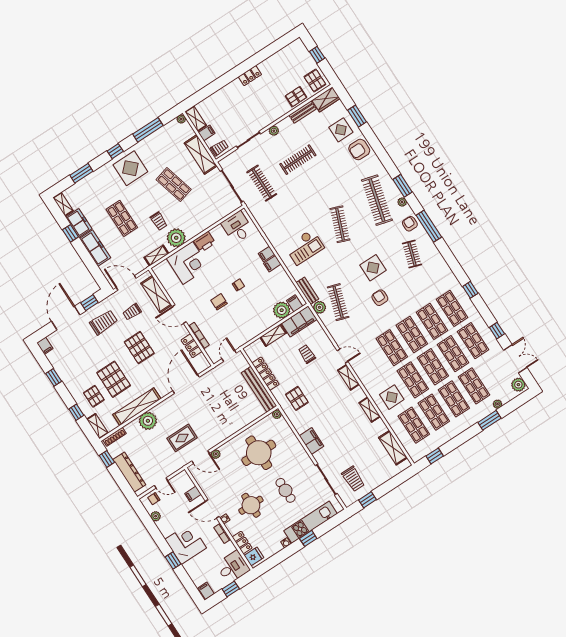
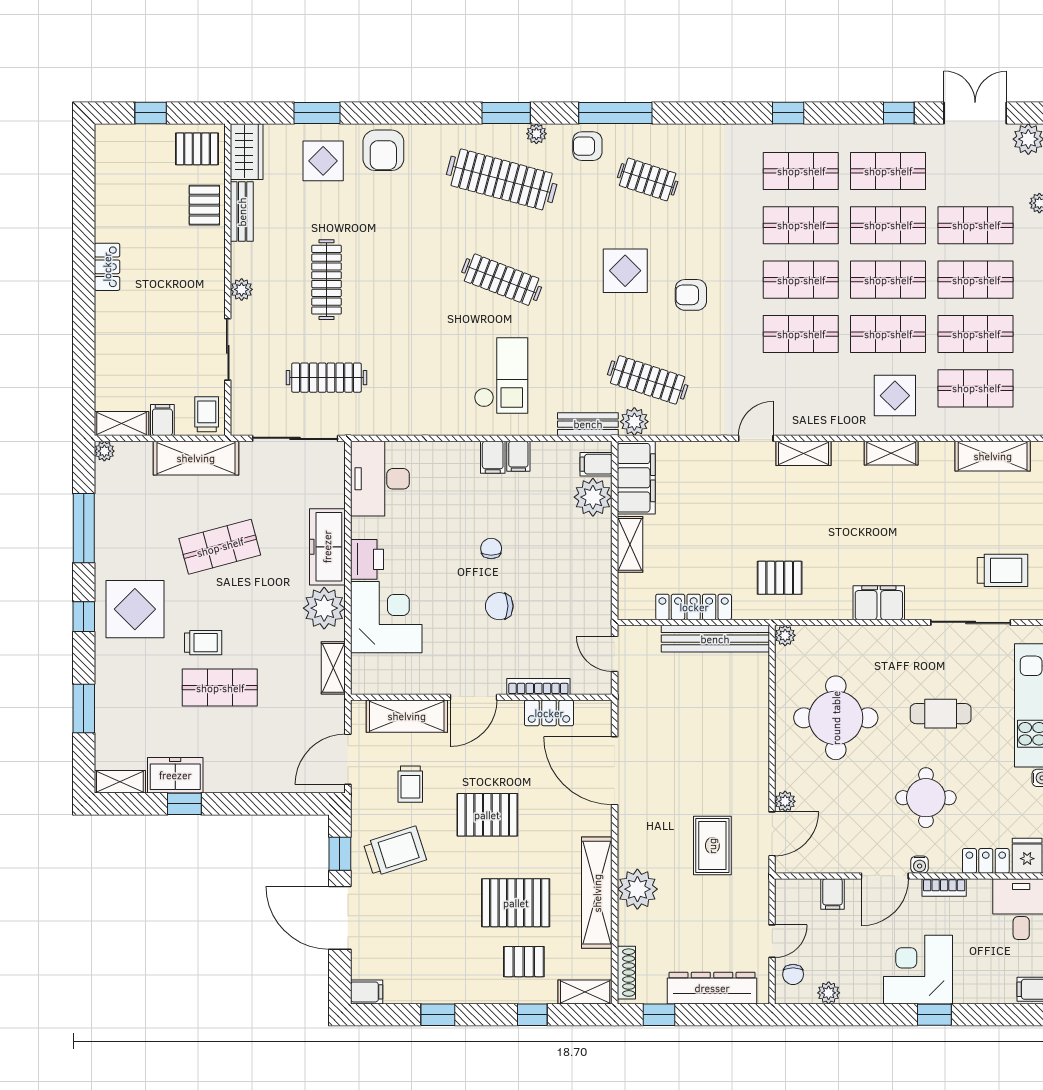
trolley: (159, 221) -> (203, 643), moved
desk: (237, 227) -> (380, 479), width x1.37
freezer: (95, 248) -> (327, 547), moved, turned -90
filing cabinet: (267, 254) -> (518, 456), moved
trolley: (104, 322) -> (395, 851), turned 72
trolley: (307, 354) -> (708, 504), removed

